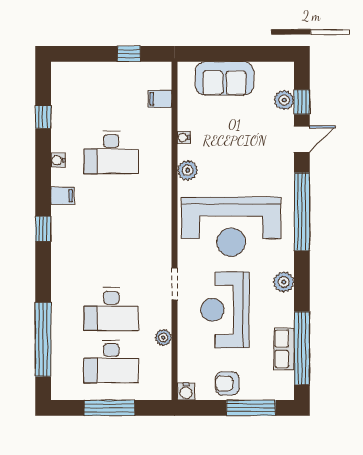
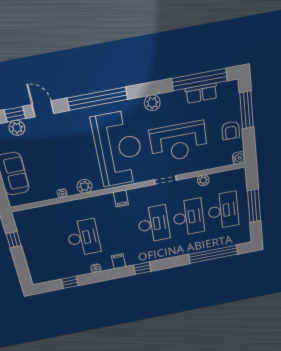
filing cabinet: (160, 99) -> (121, 198), moved
desk: (111, 257) -> (154, 224), added

